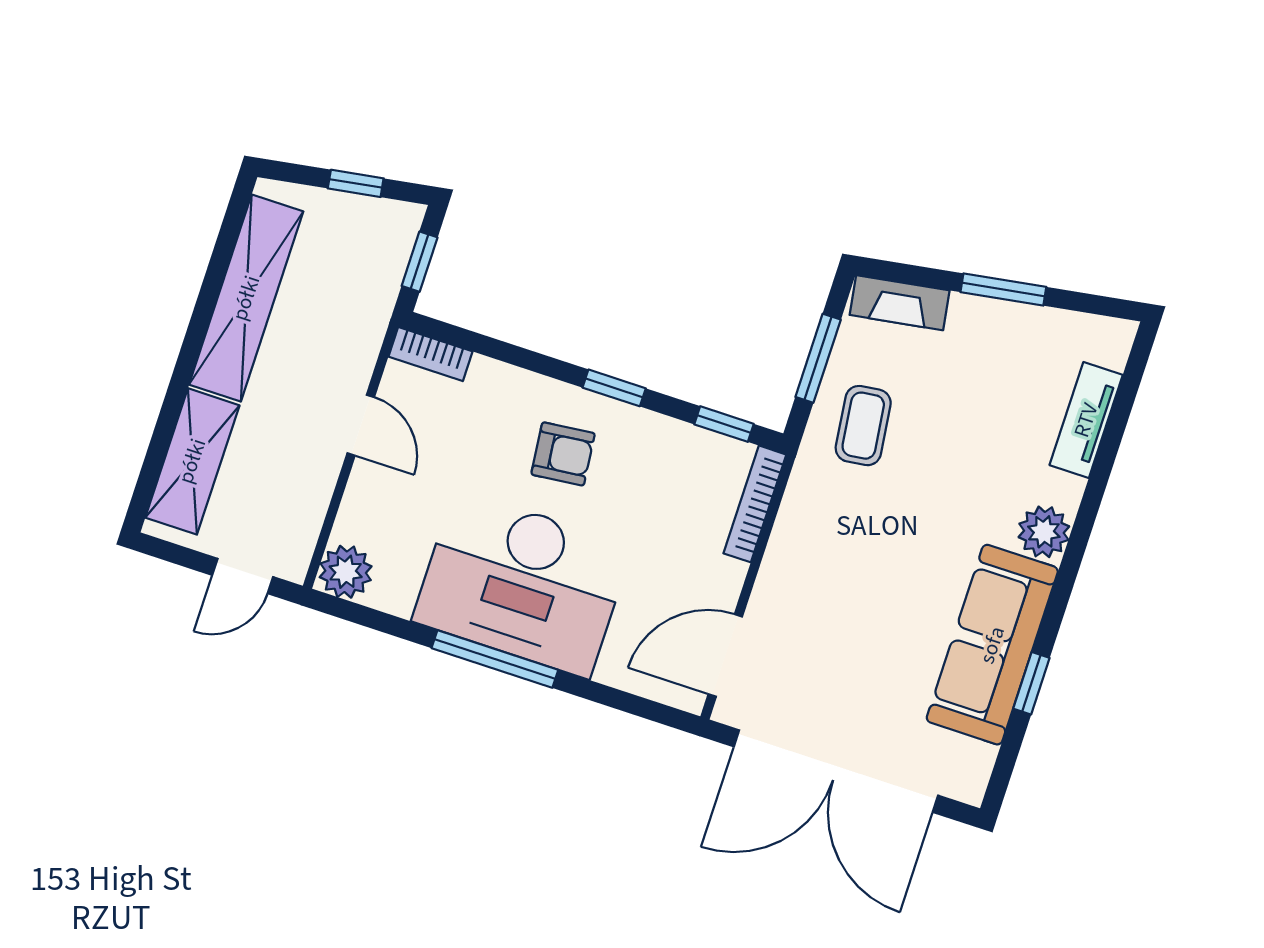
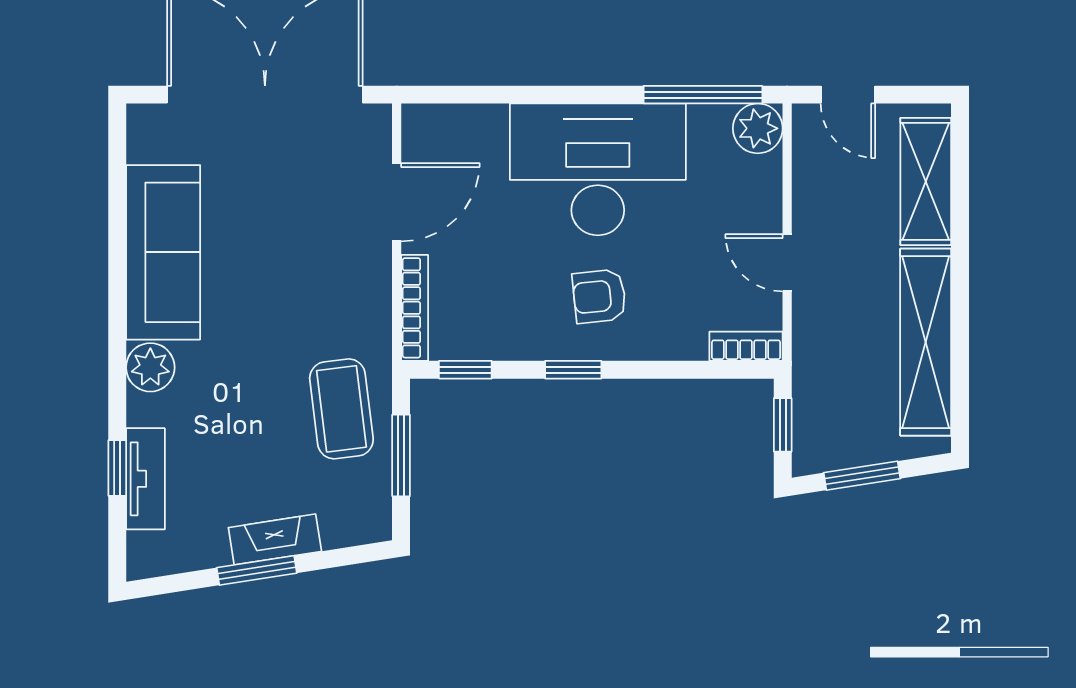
window: (356, 183) -> (862, 476), width x1.50
fireplace: (900, 303) -> (275, 539), moved
coffee table: (863, 426) -> (341, 409), width x1.36, depth x1.30
door: (243, 576) -> (848, 95), swing flipped
door: (725, 655) -> (397, 202), moved
window: (495, 659) -> (703, 95), moved
window: (1031, 683) -> (117, 468), moved

